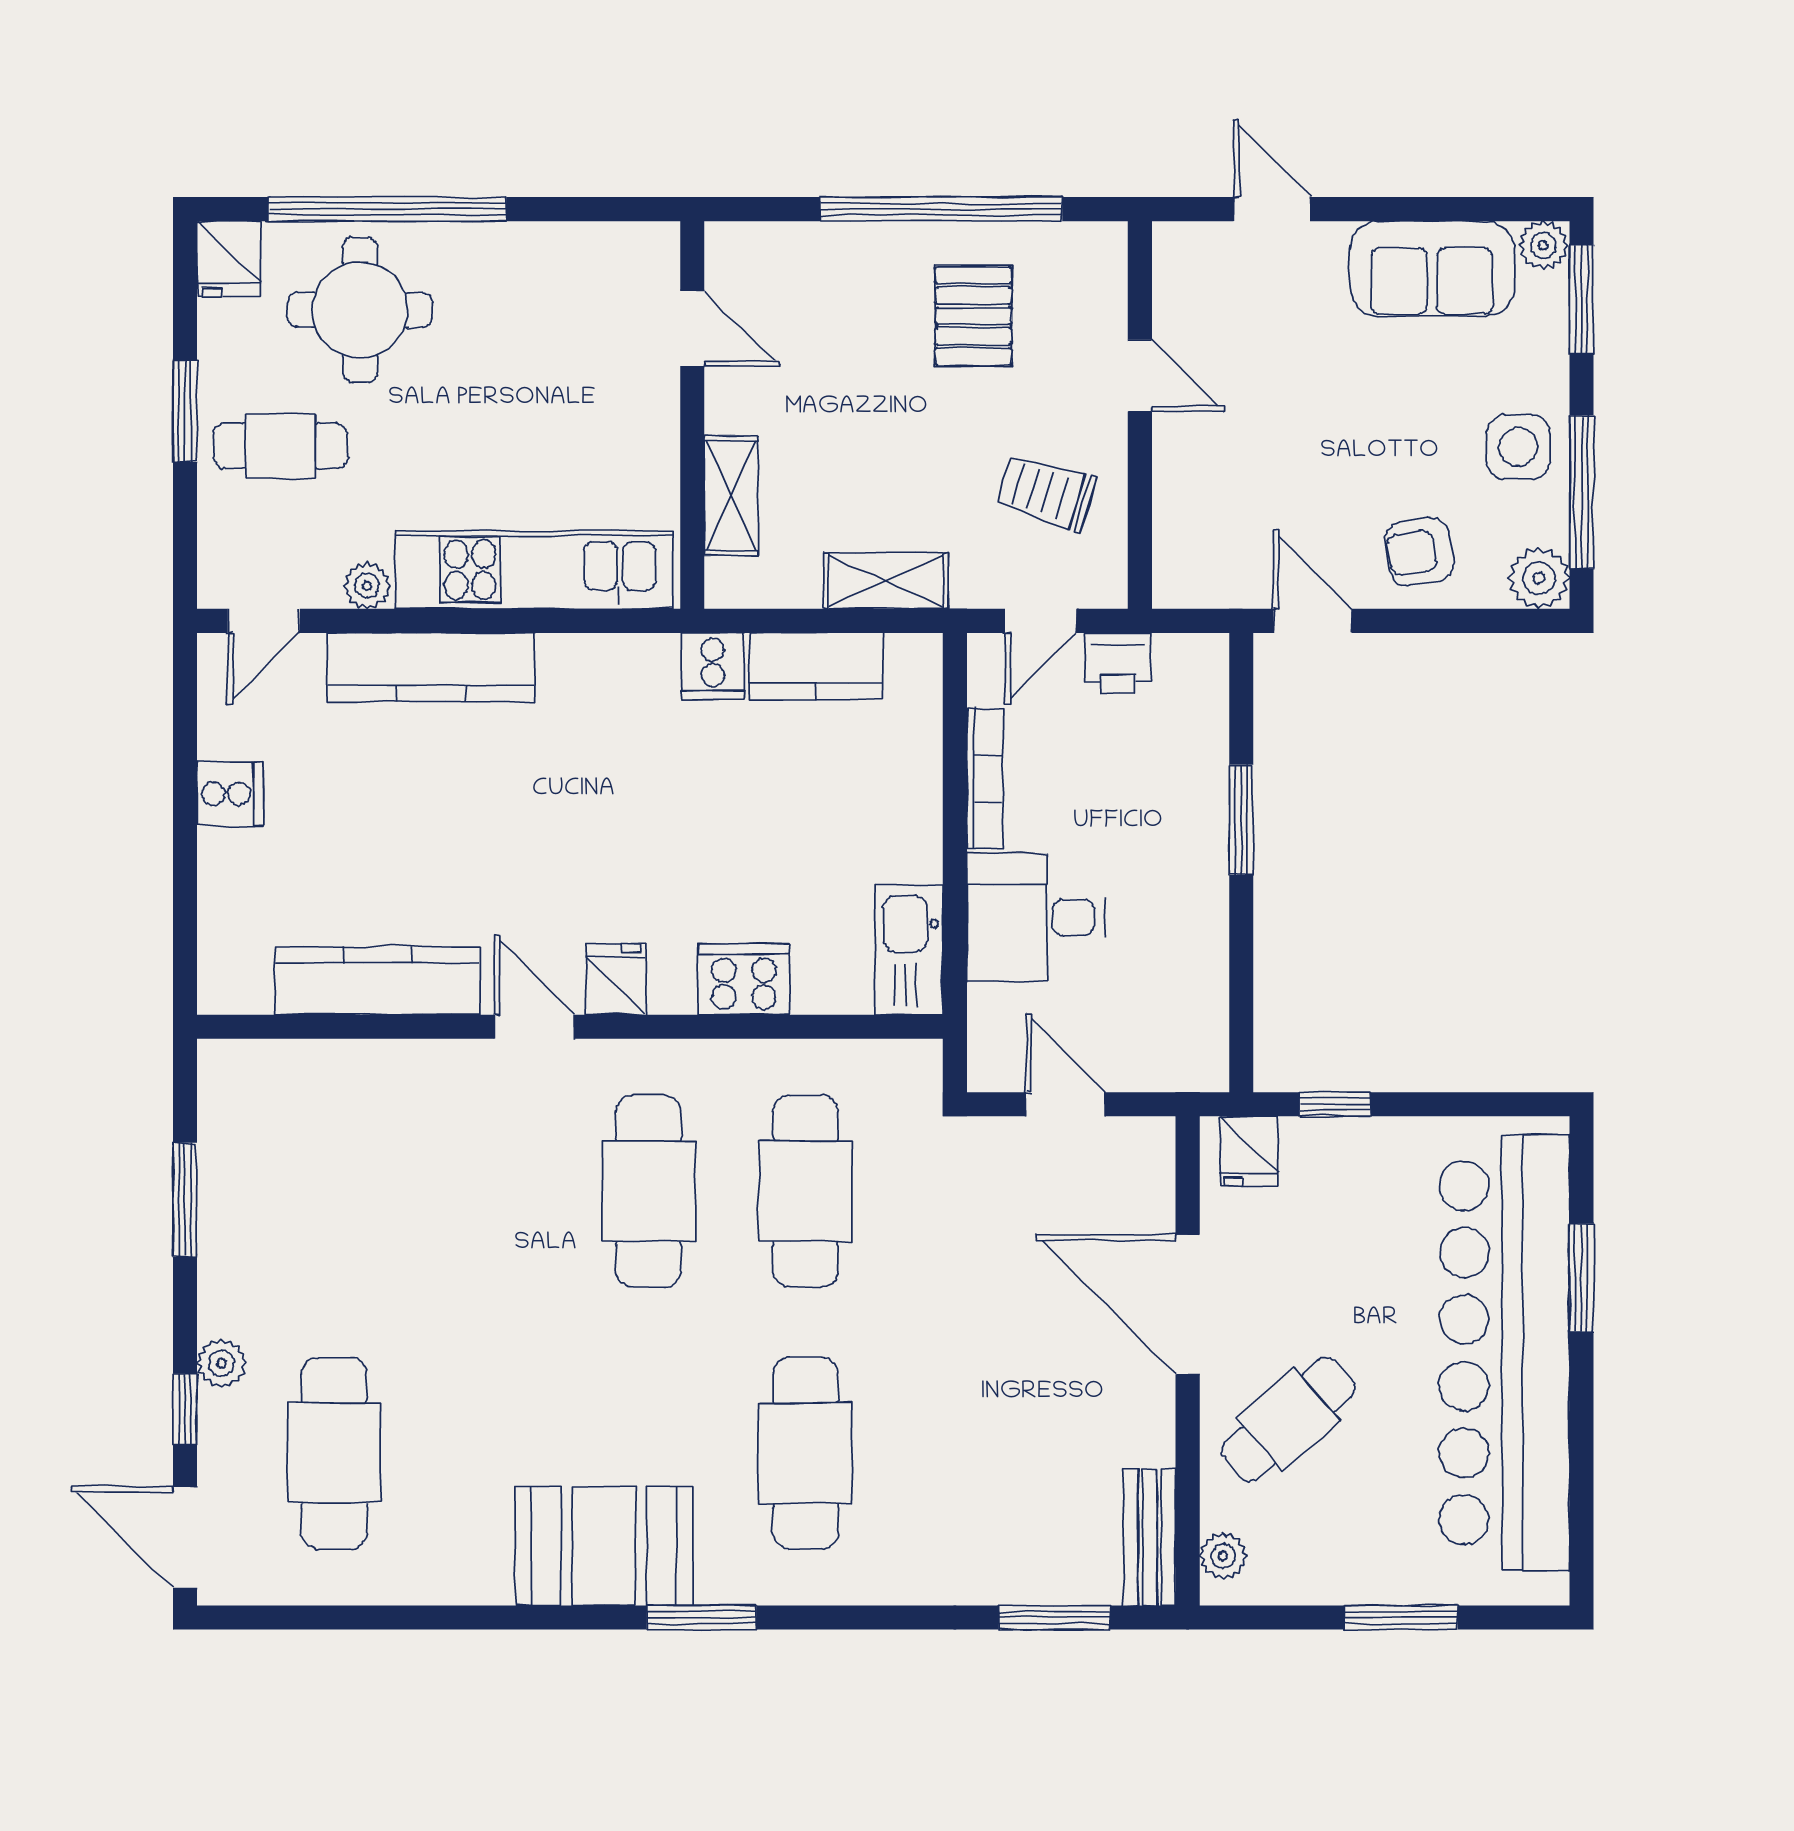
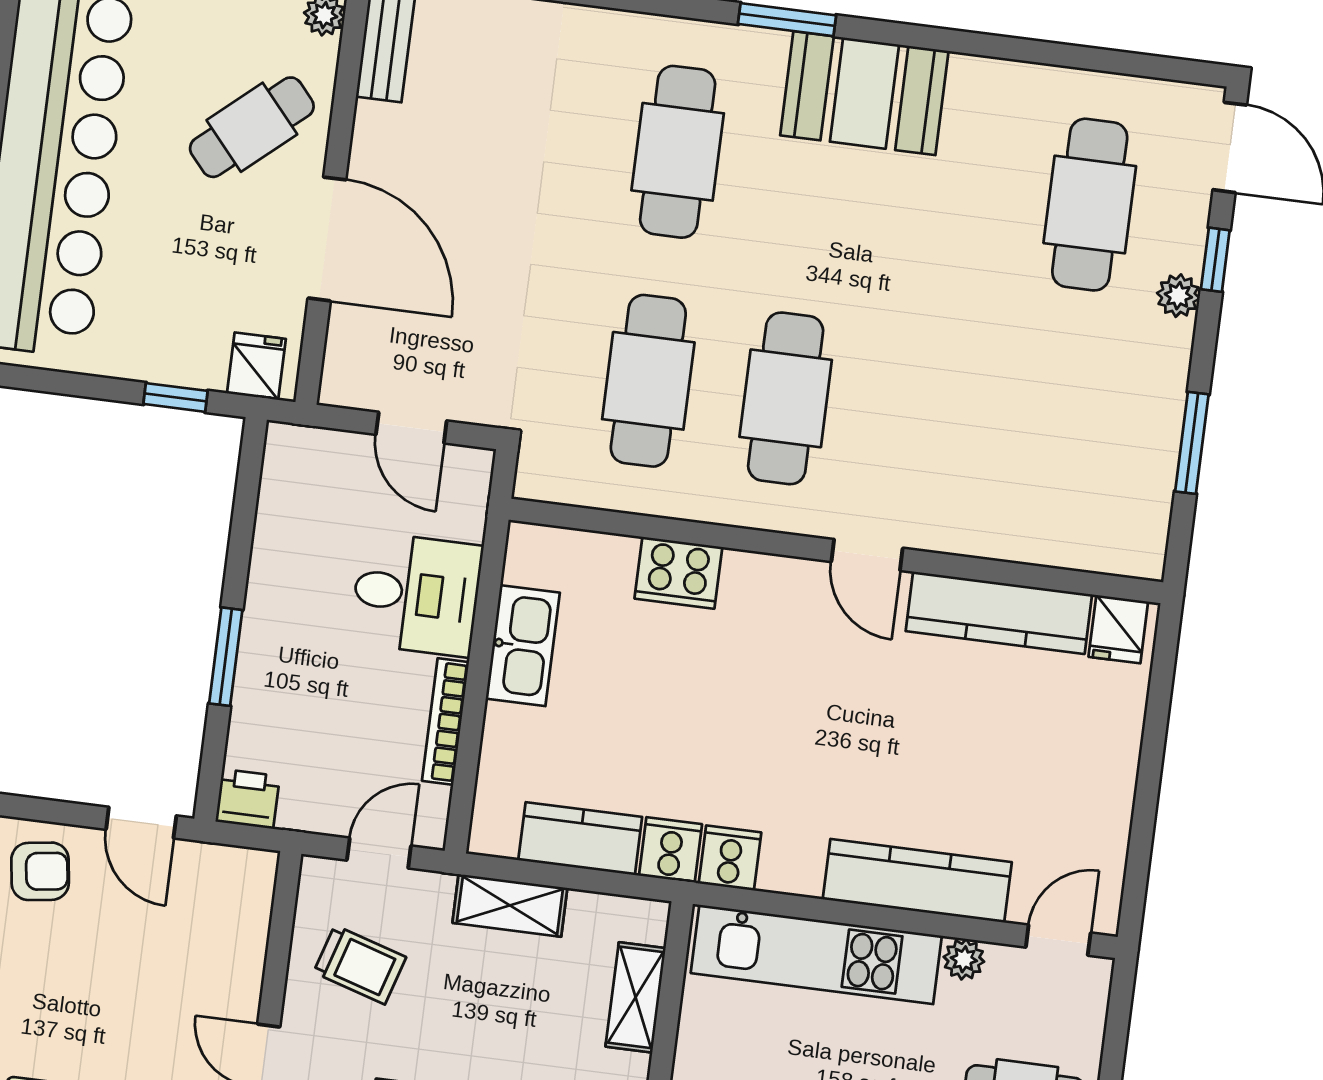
printer: (1118, 663) -> (248, 799), moved
cooker: (230, 794) -> (730, 858), moved, turned 90
kitchen sink: (909, 950) -> (523, 646), moved
fridge: (616, 979) -> (1118, 629), moved

